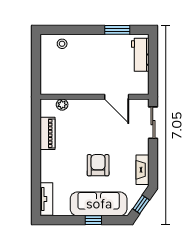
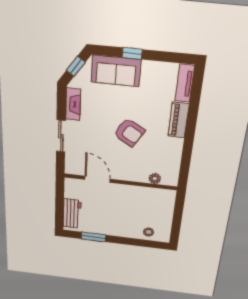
sliding door: (153, 123) -> (61, 136), moved
piano: (48, 133) -> (179, 120), moved
armchair: (98, 165) -> (129, 132), moved, turned -59
sofa: (99, 204) -> (116, 71), width x0.73

